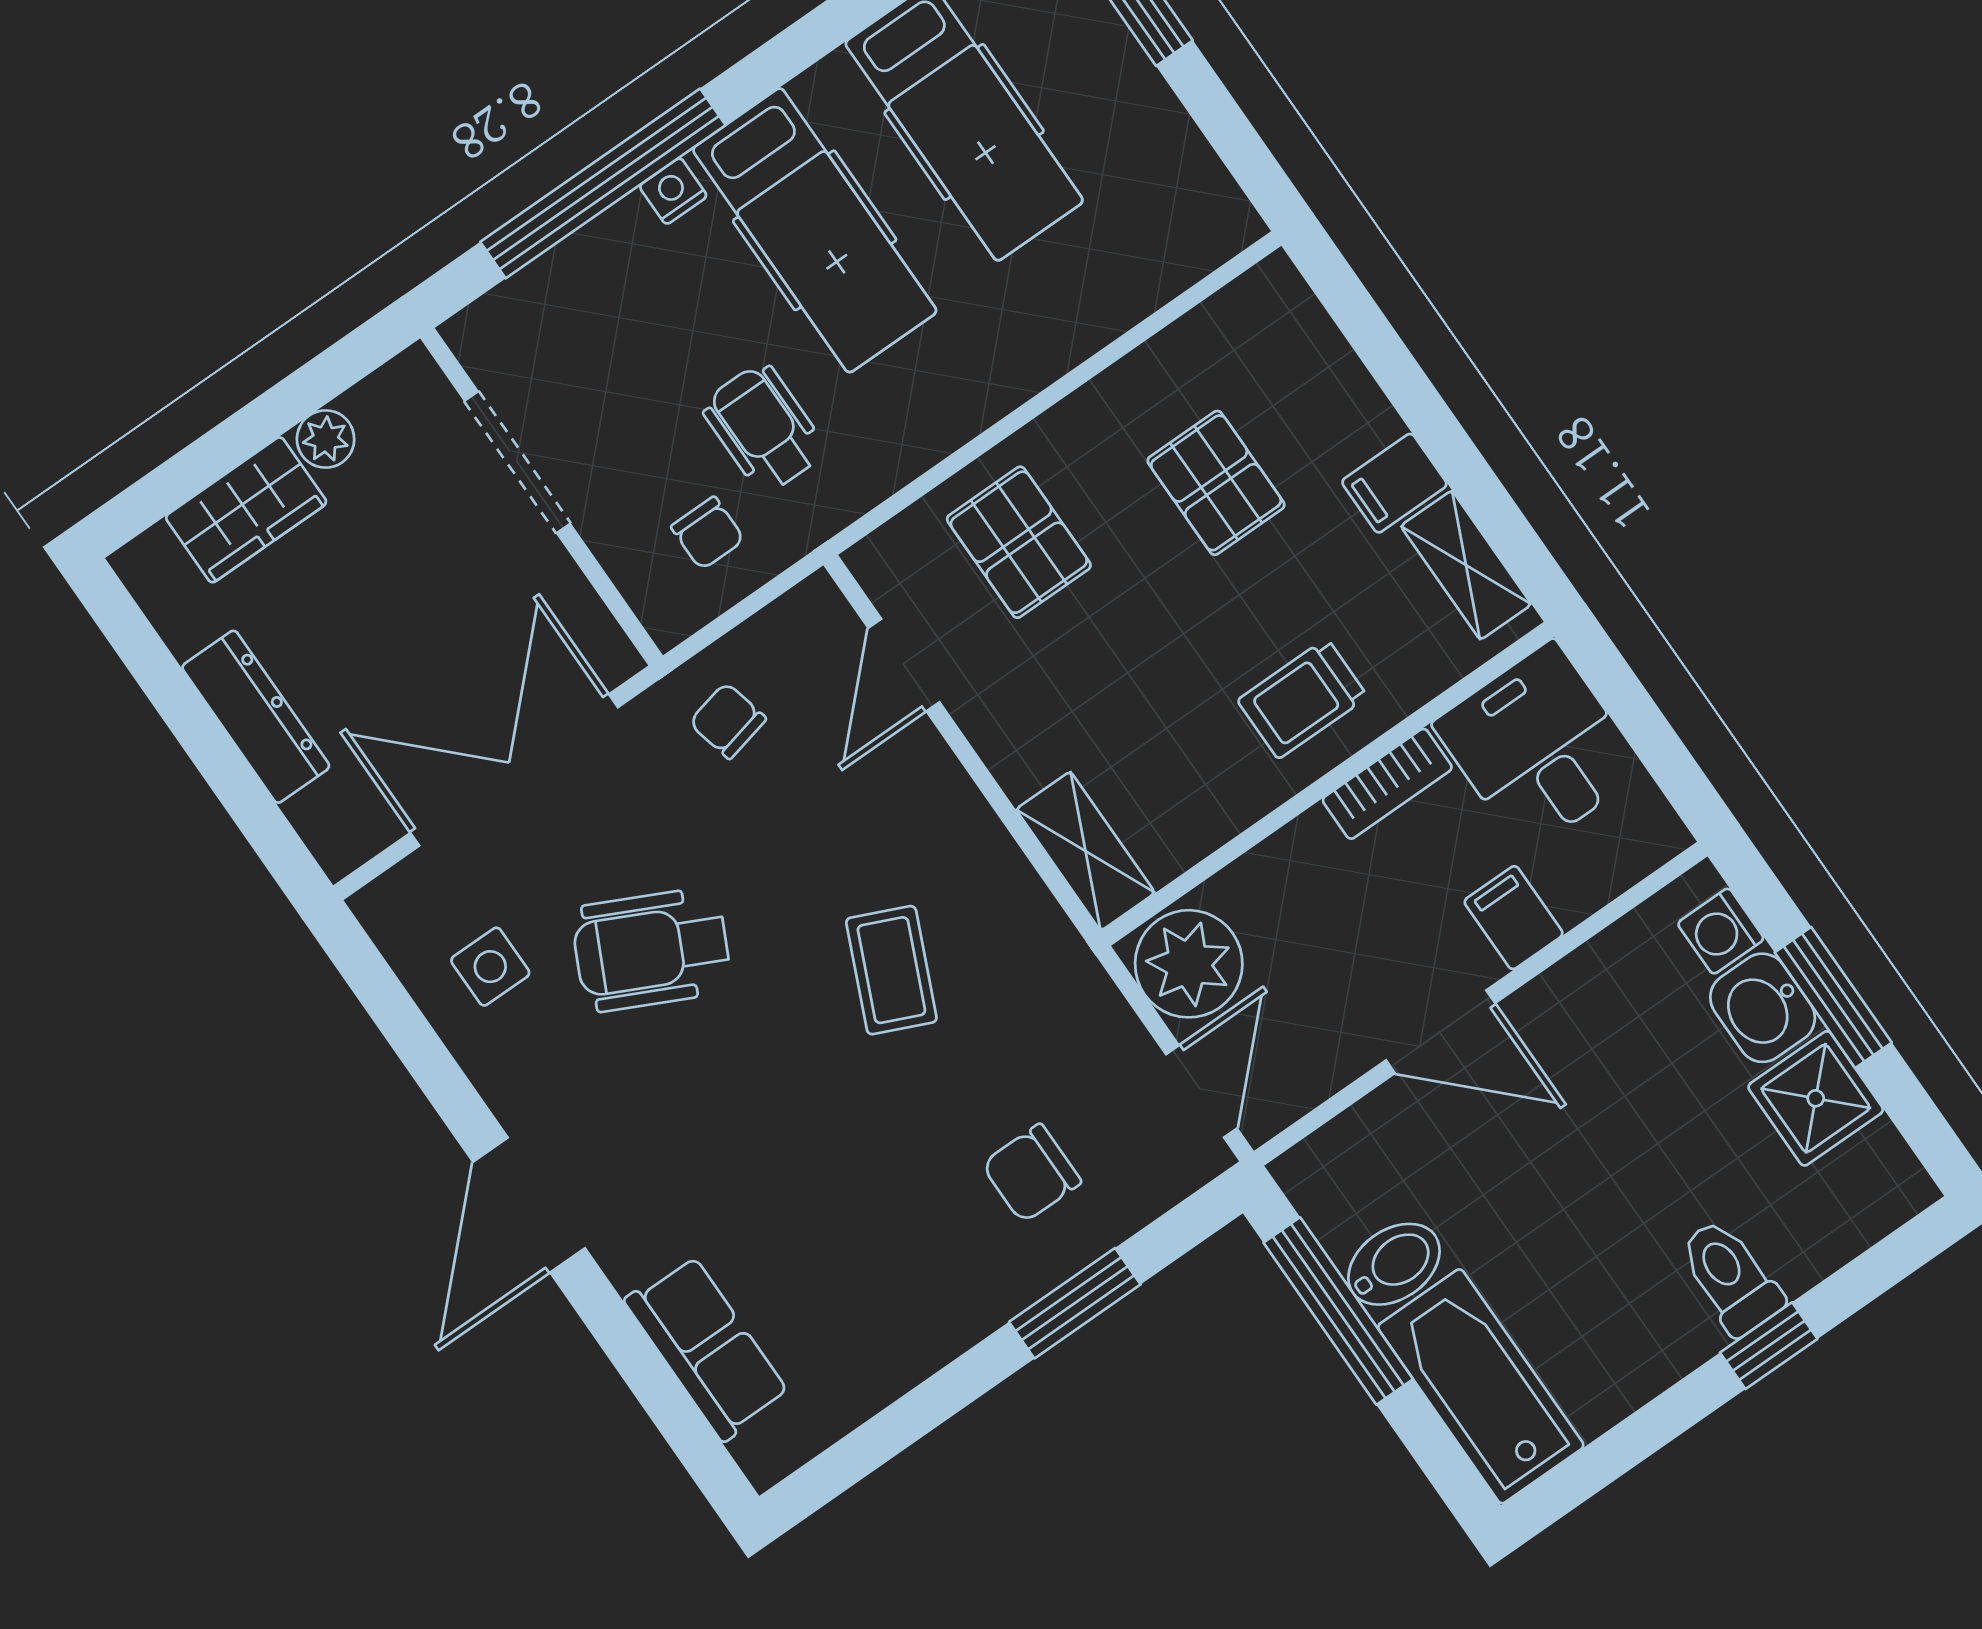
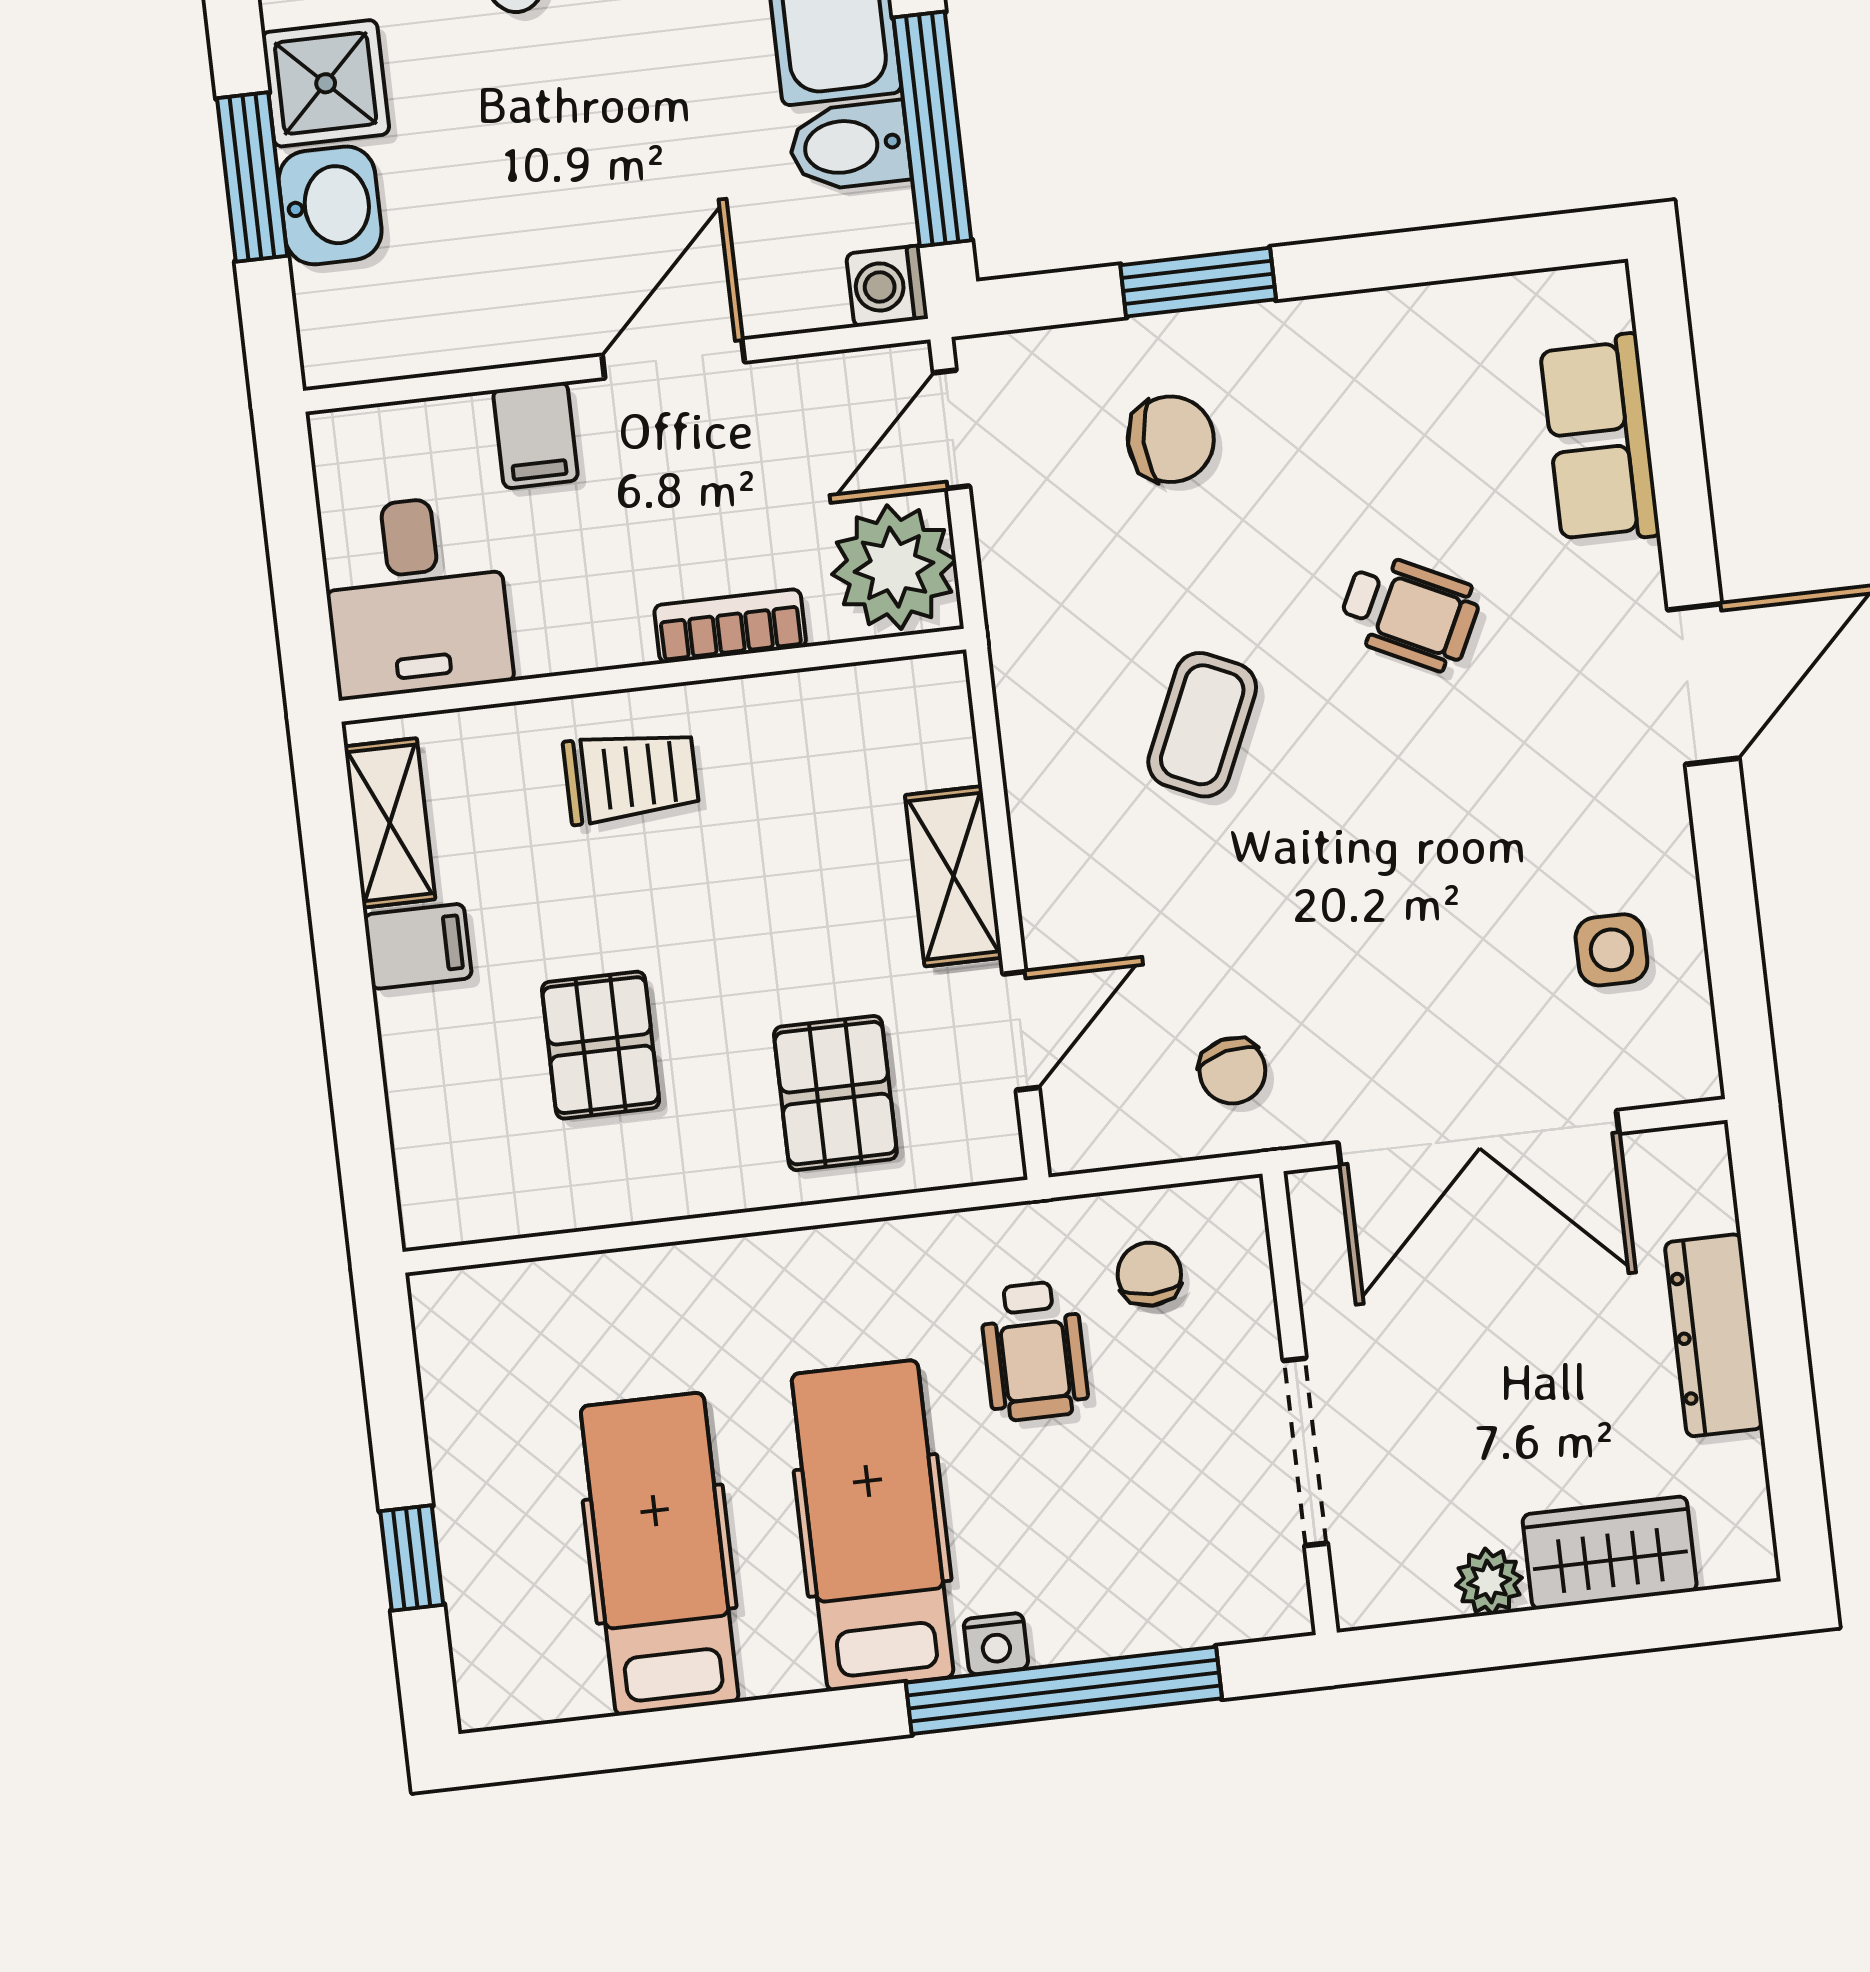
bookcase: (1387, 784) -> (730, 626), moved
shelving: (1085, 851) -> (953, 876), moved
washing machine: (1721, 931) -> (887, 286), moved, turned 180
wheelchair: (651, 950) -> (1409, 612), moved, width x0.73, depth x0.73
door: (1441, 1032) -> (673, 359), hinge flipped

